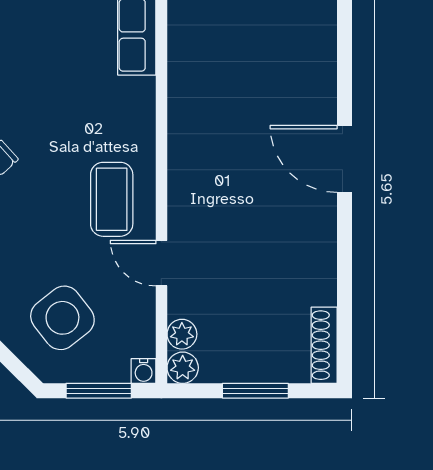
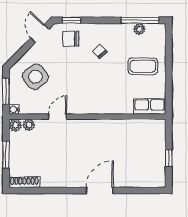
coffee table: (112, 199) -> (143, 66), moved

